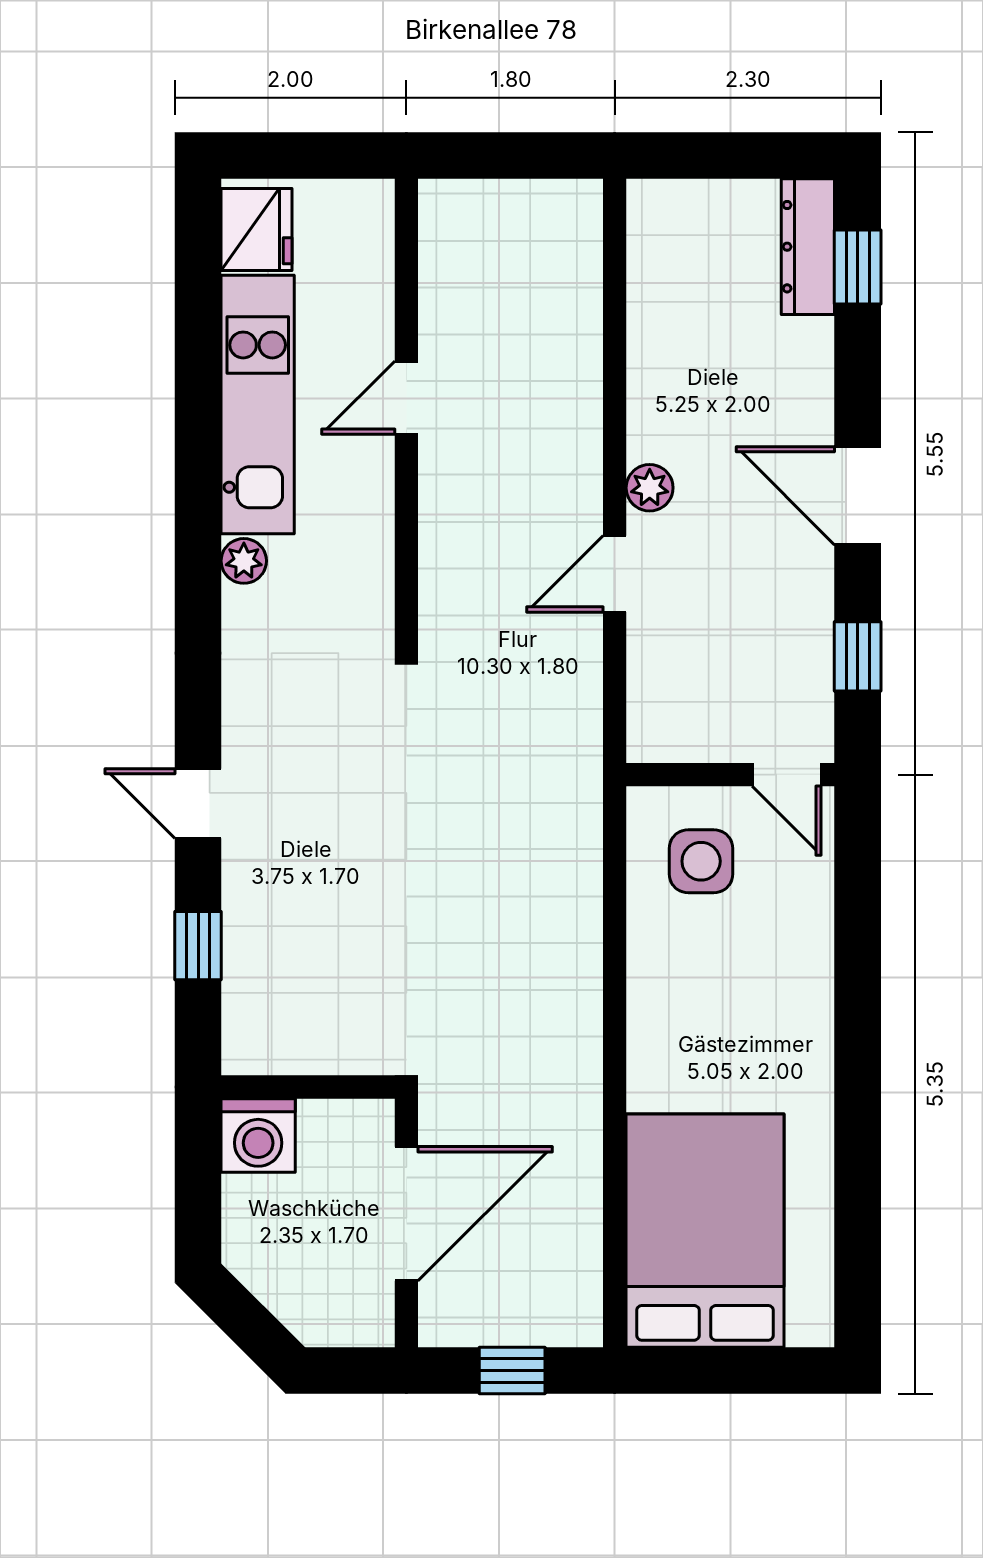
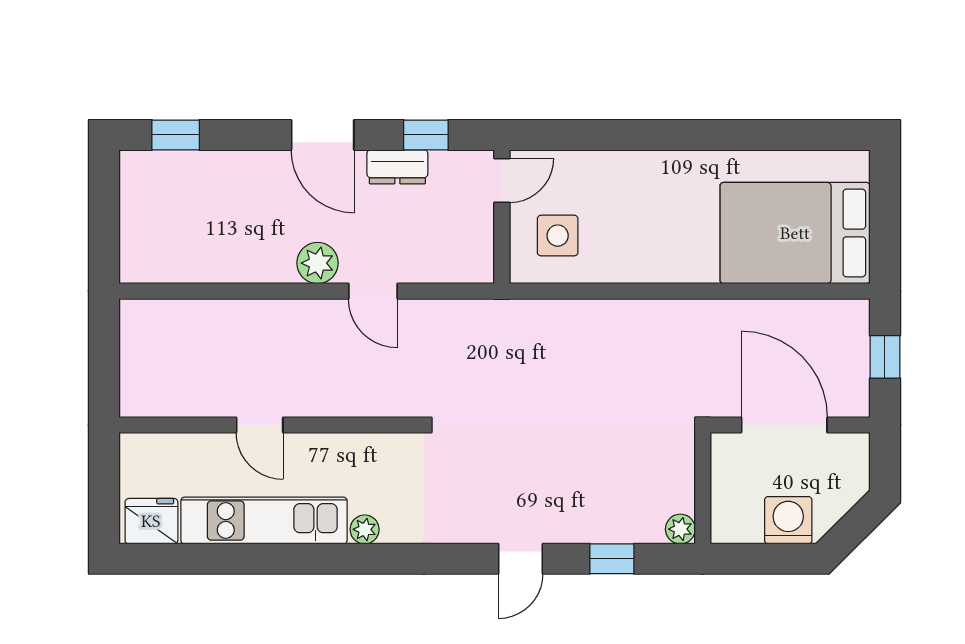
dresser: (808, 247) -> (397, 167), moved, width x0.70
plant: (650, 488) -> (318, 263), width x1.38, depth x1.38
door: (858, 496) -> (323, 135), hinge flipped
plant: (244, 1052) -> (680, 529), added
washing machine: (258, 1135) -> (788, 520), moved, turned -90

